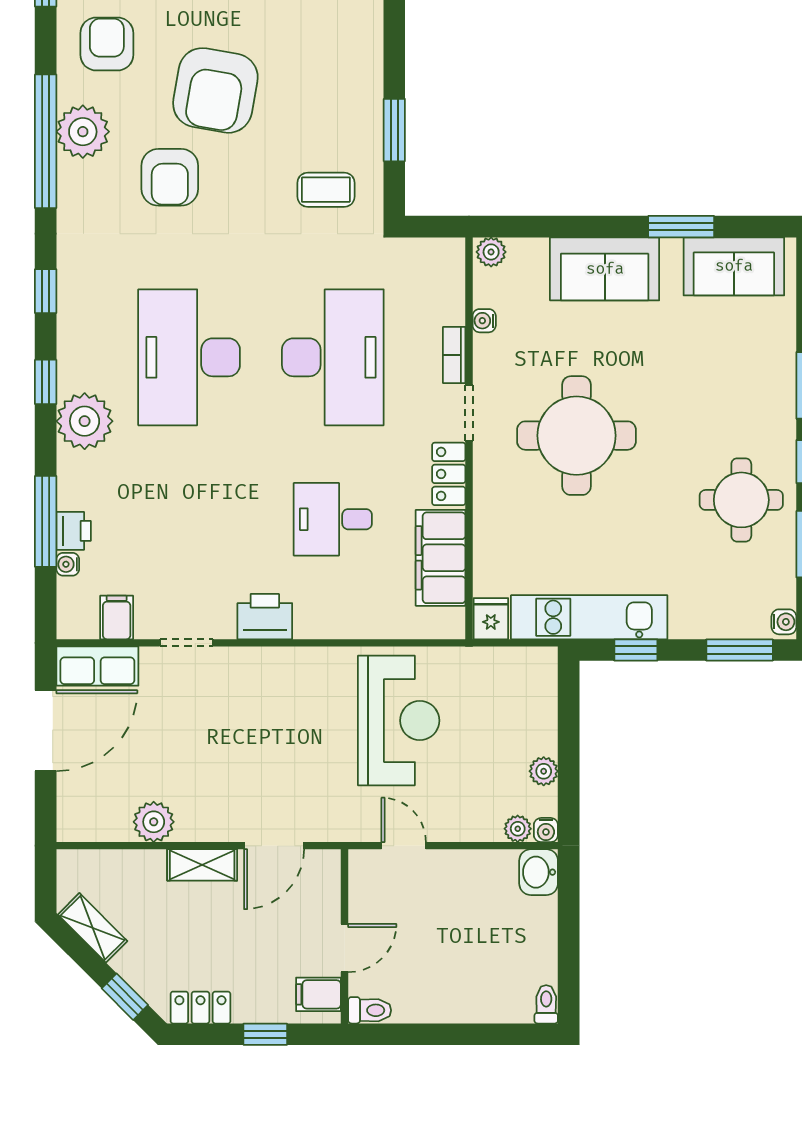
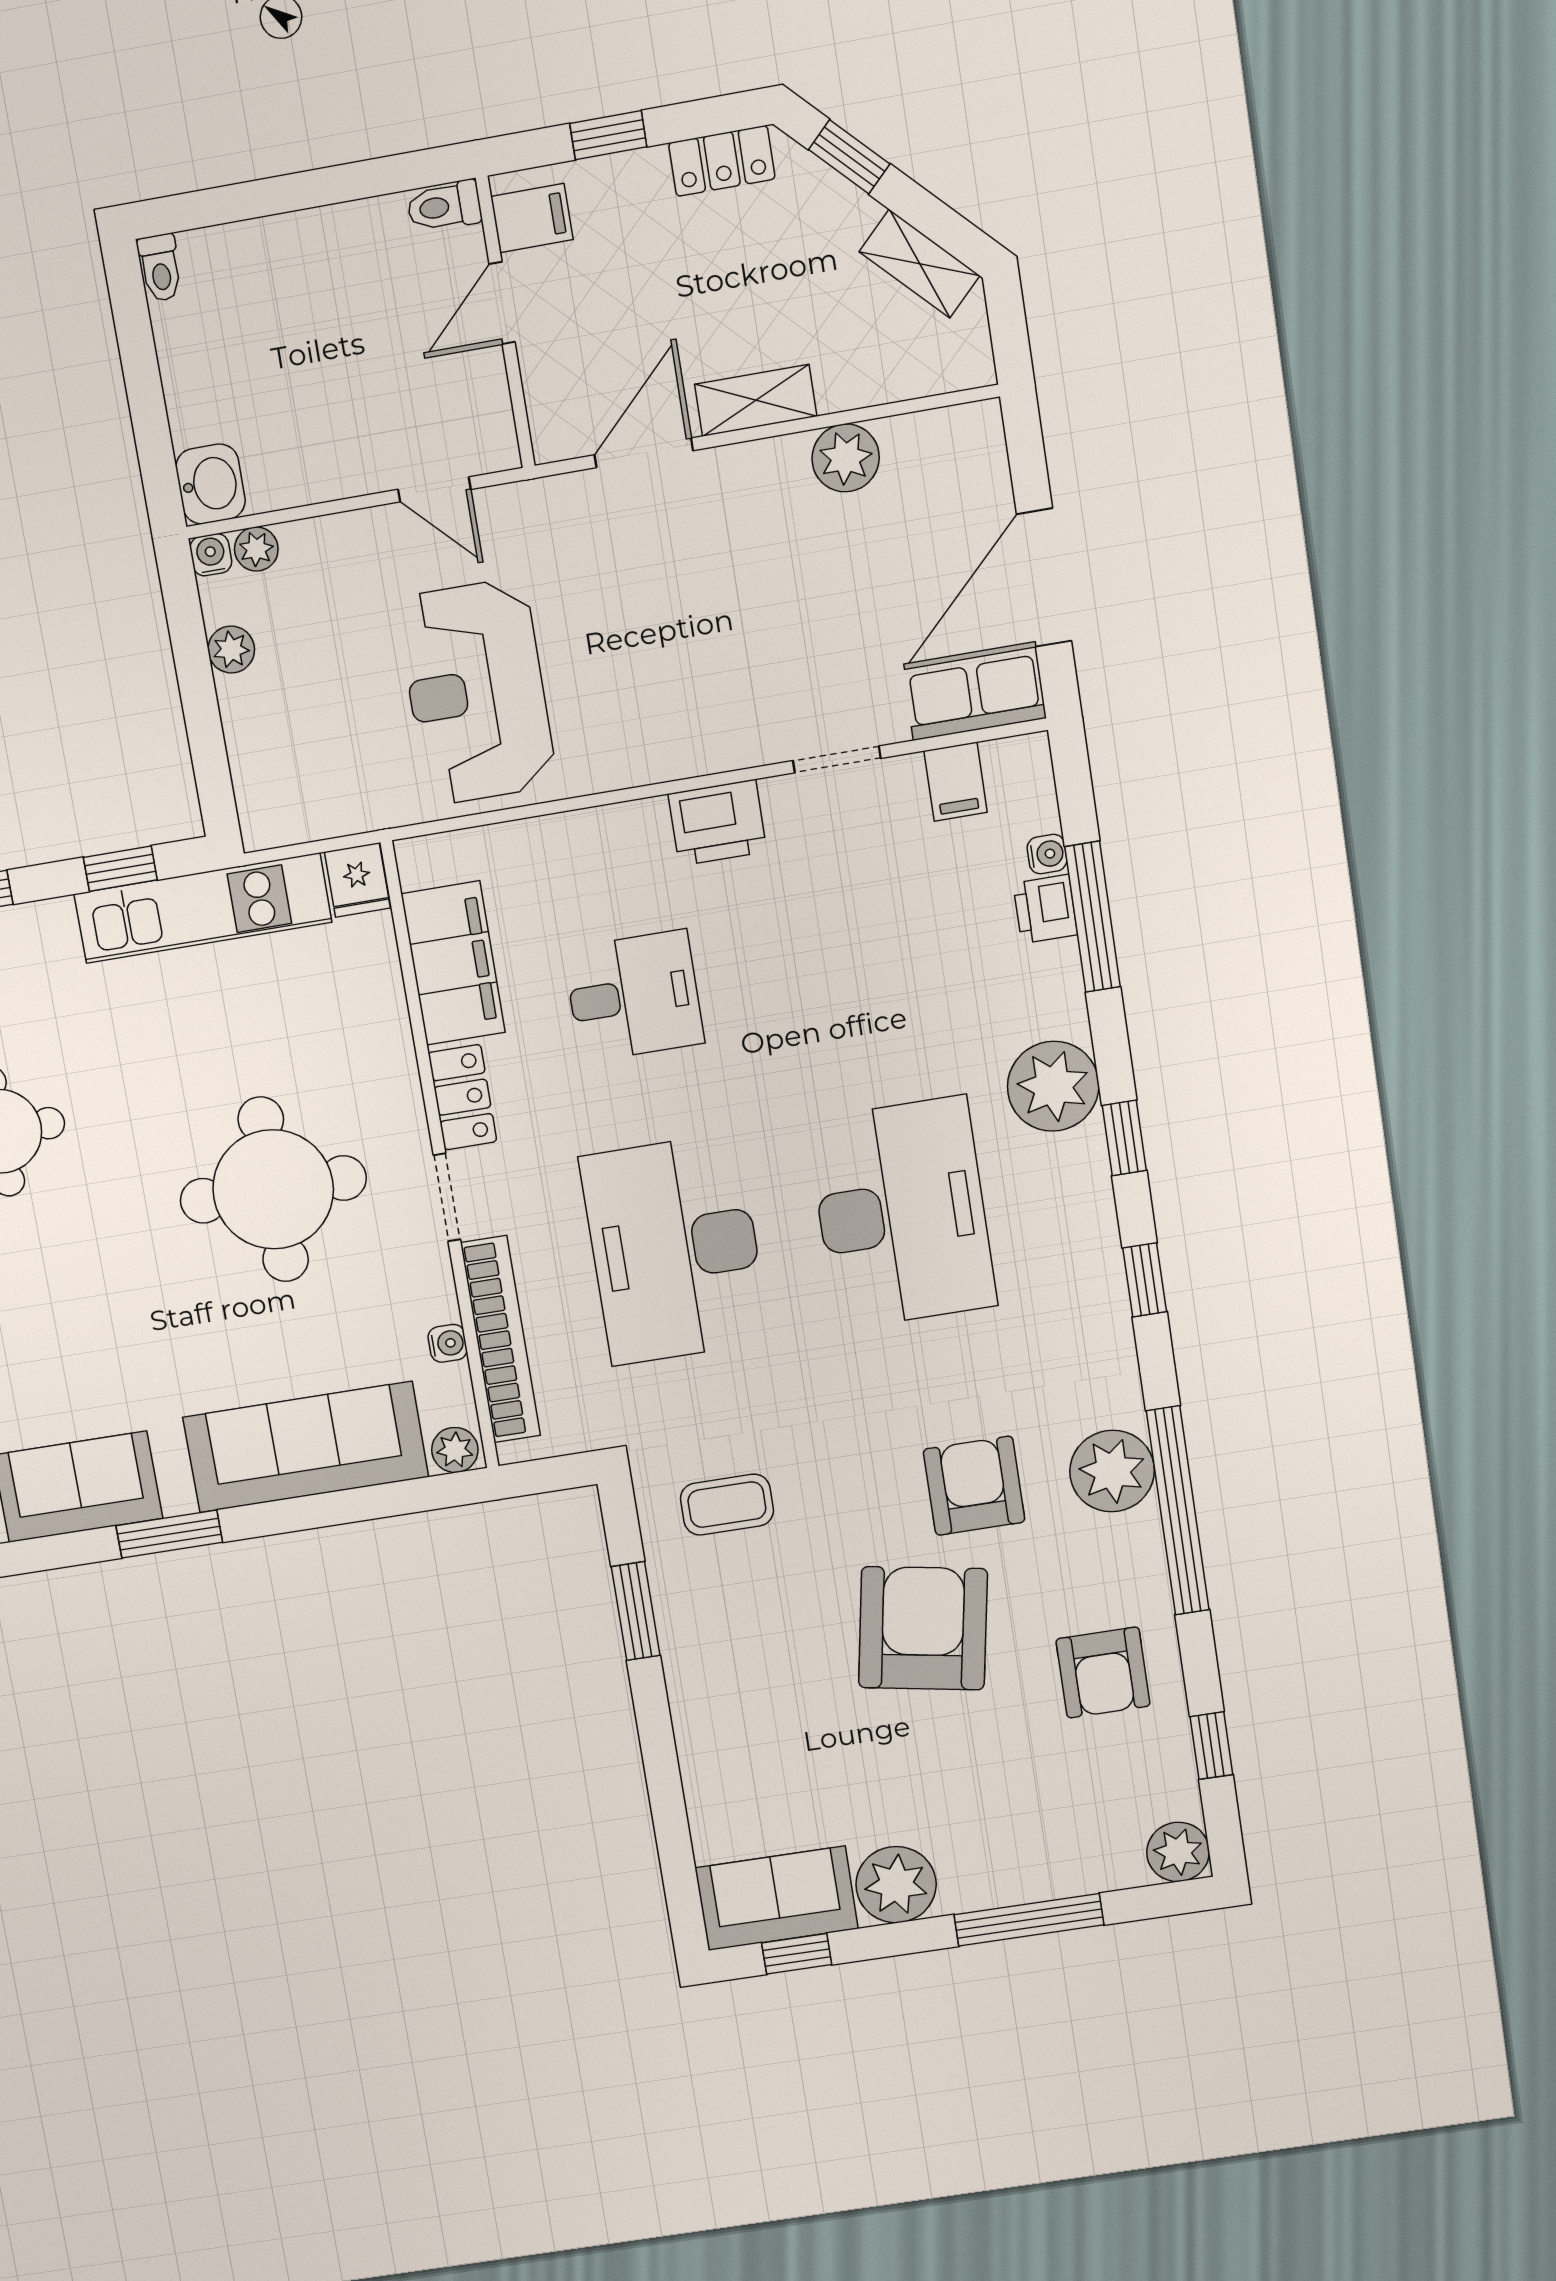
plant: (83, 132) -> (1112, 1471), moved
sofa: (605, 269) -> (306, 1447), width x1.36
bookcase: (454, 355) -> (500, 1339), width x2.31, depth x1.31

